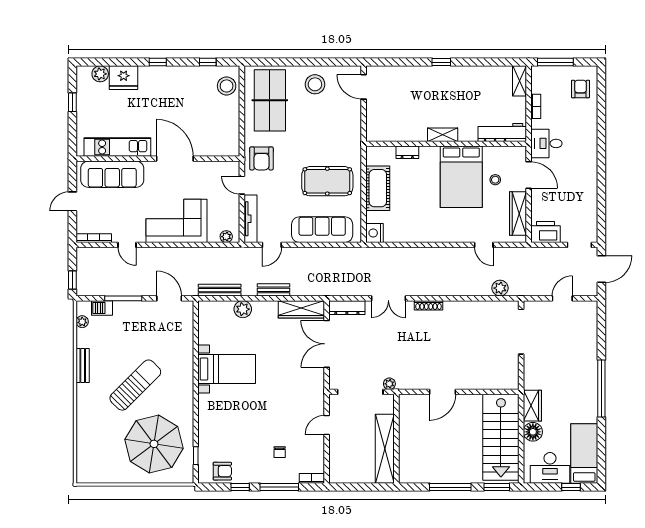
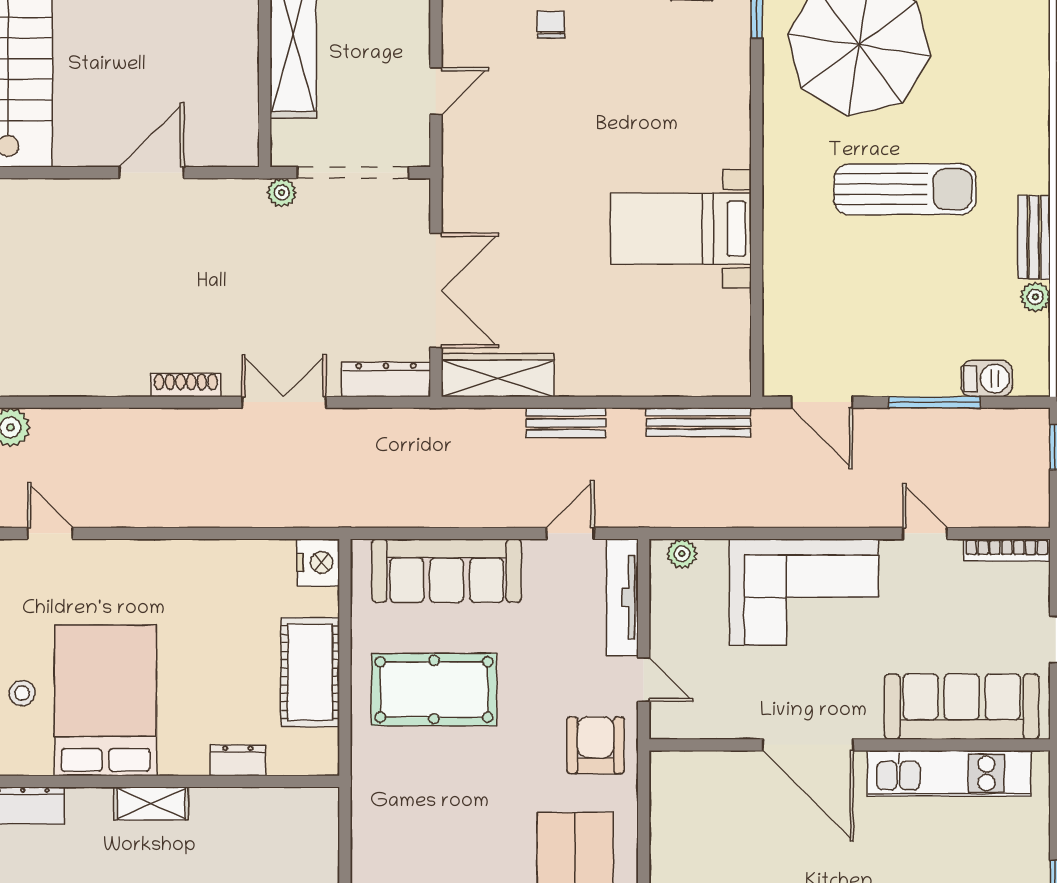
plant: (243, 309) -> (641, 376), removed
plant: (82, 322) -> (1035, 297), moved
sun lounger: (135, 385) -> (905, 189), turned -135

